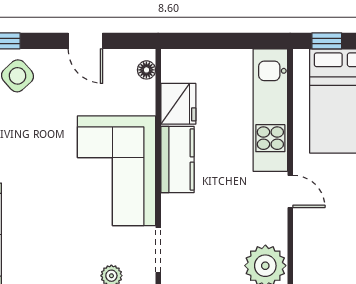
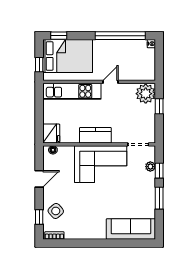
fridge: (178, 104) -> (51, 133), moved, turned 90

